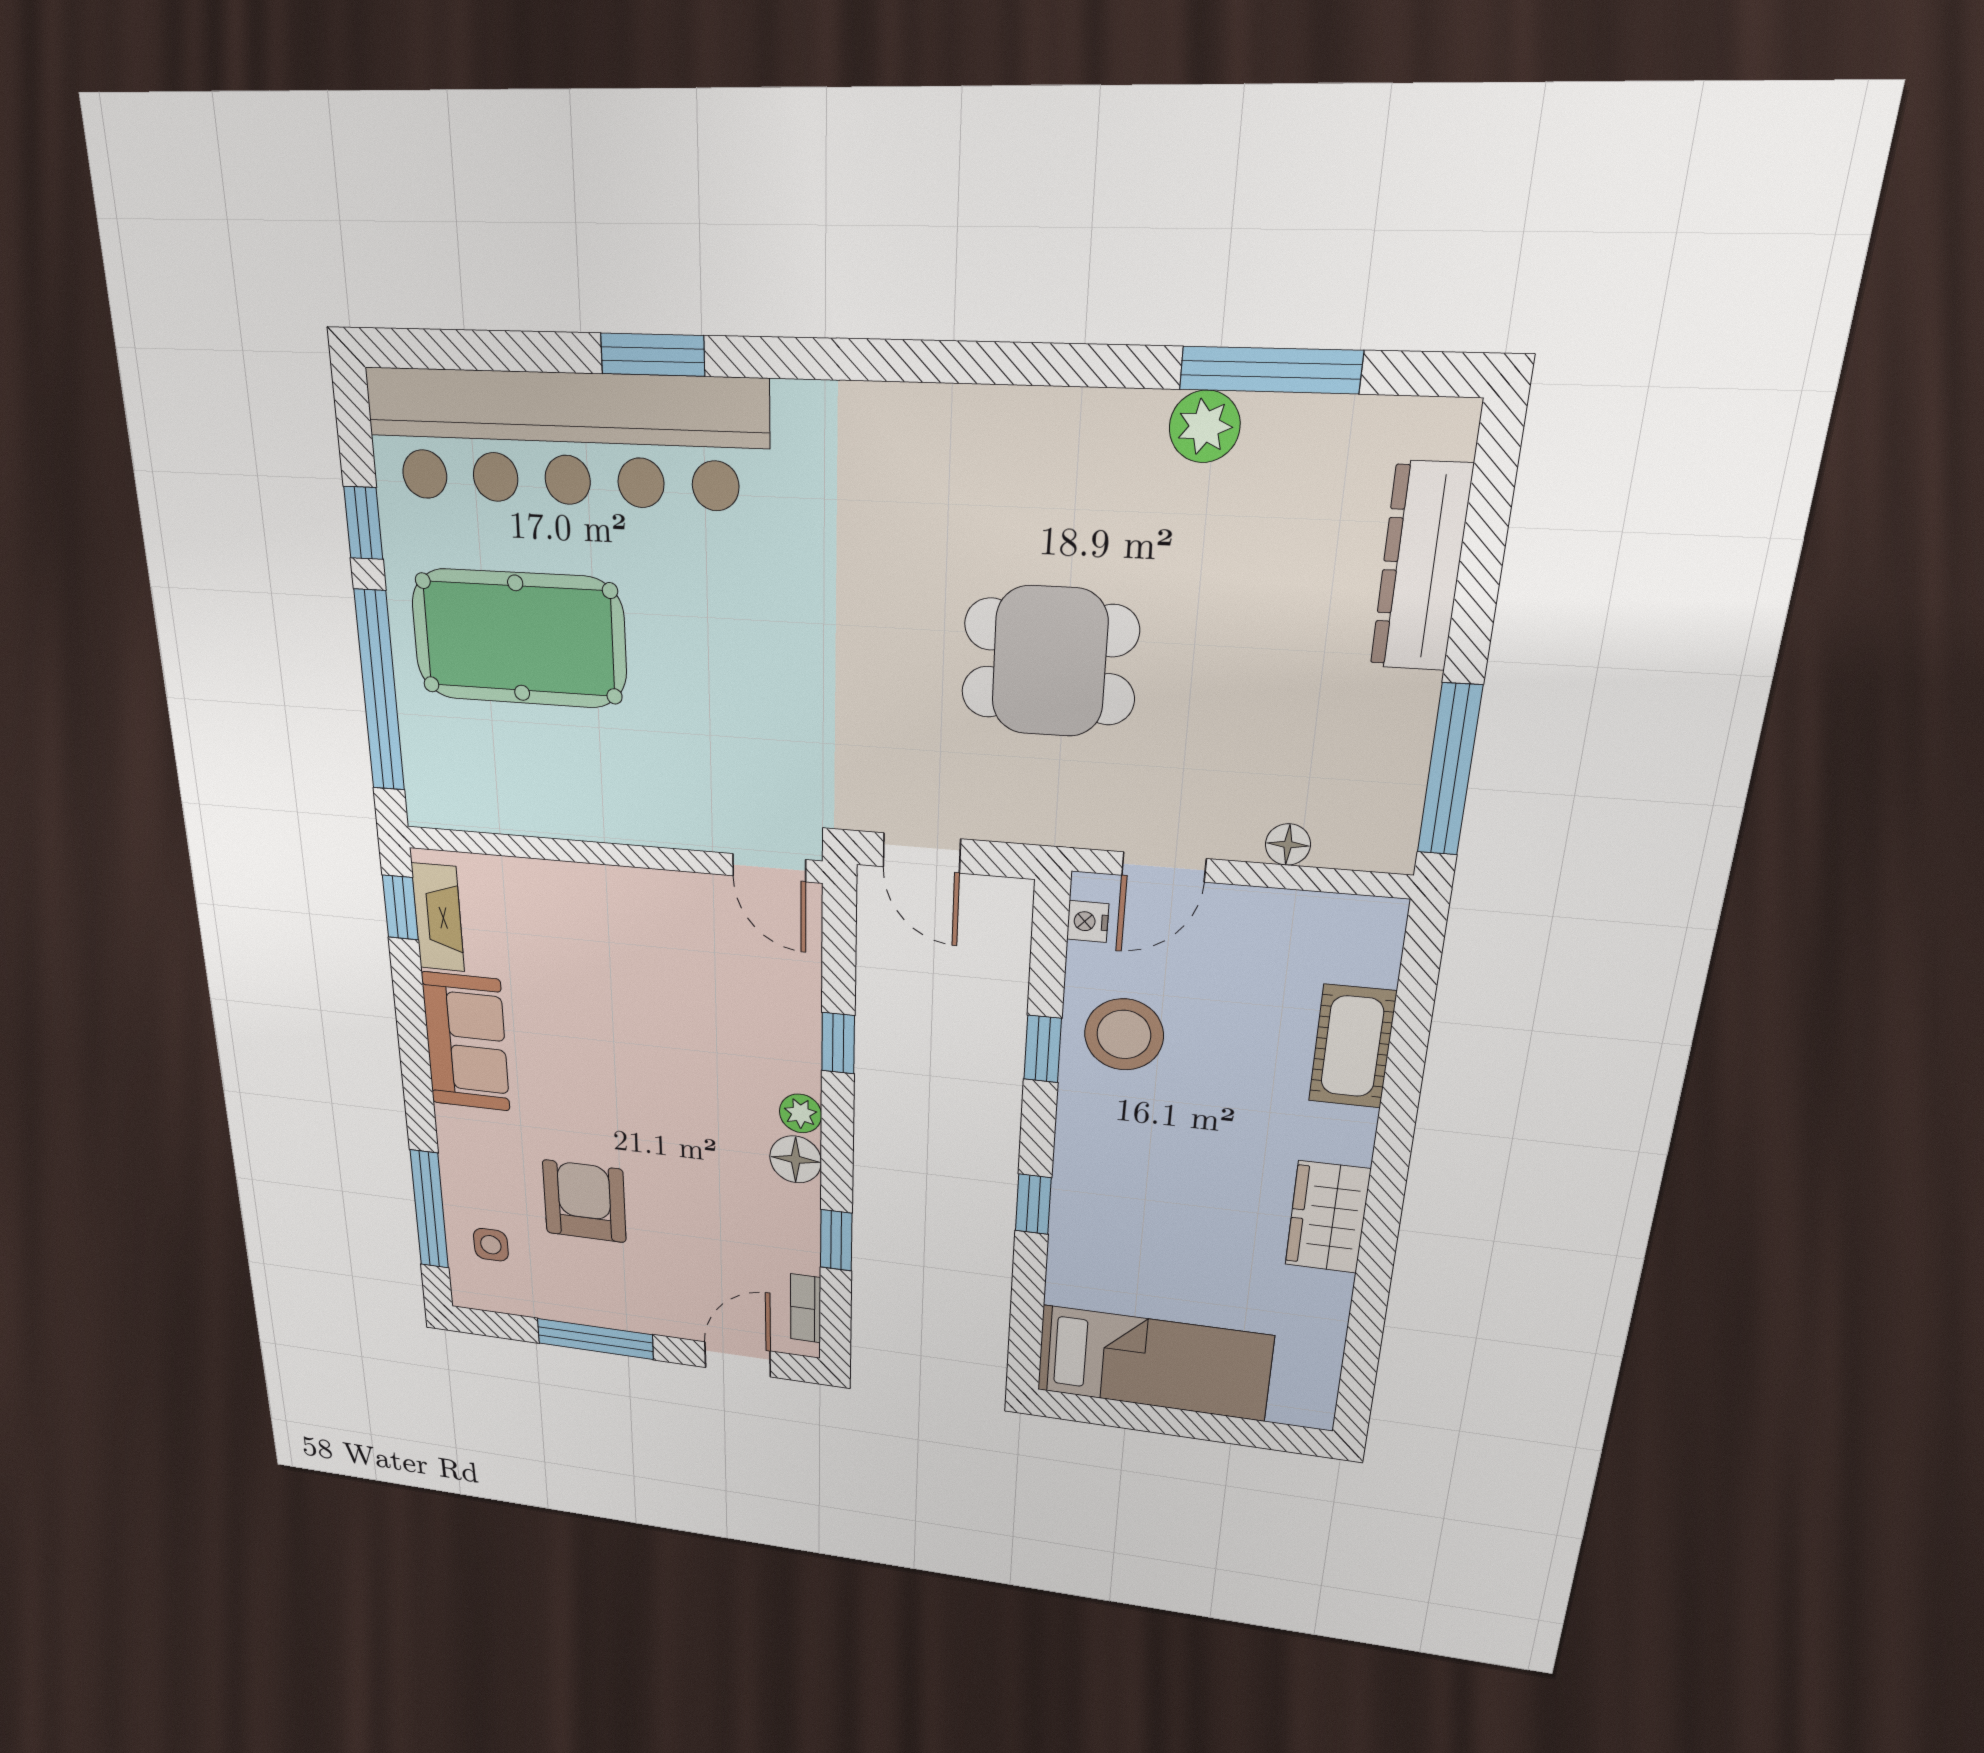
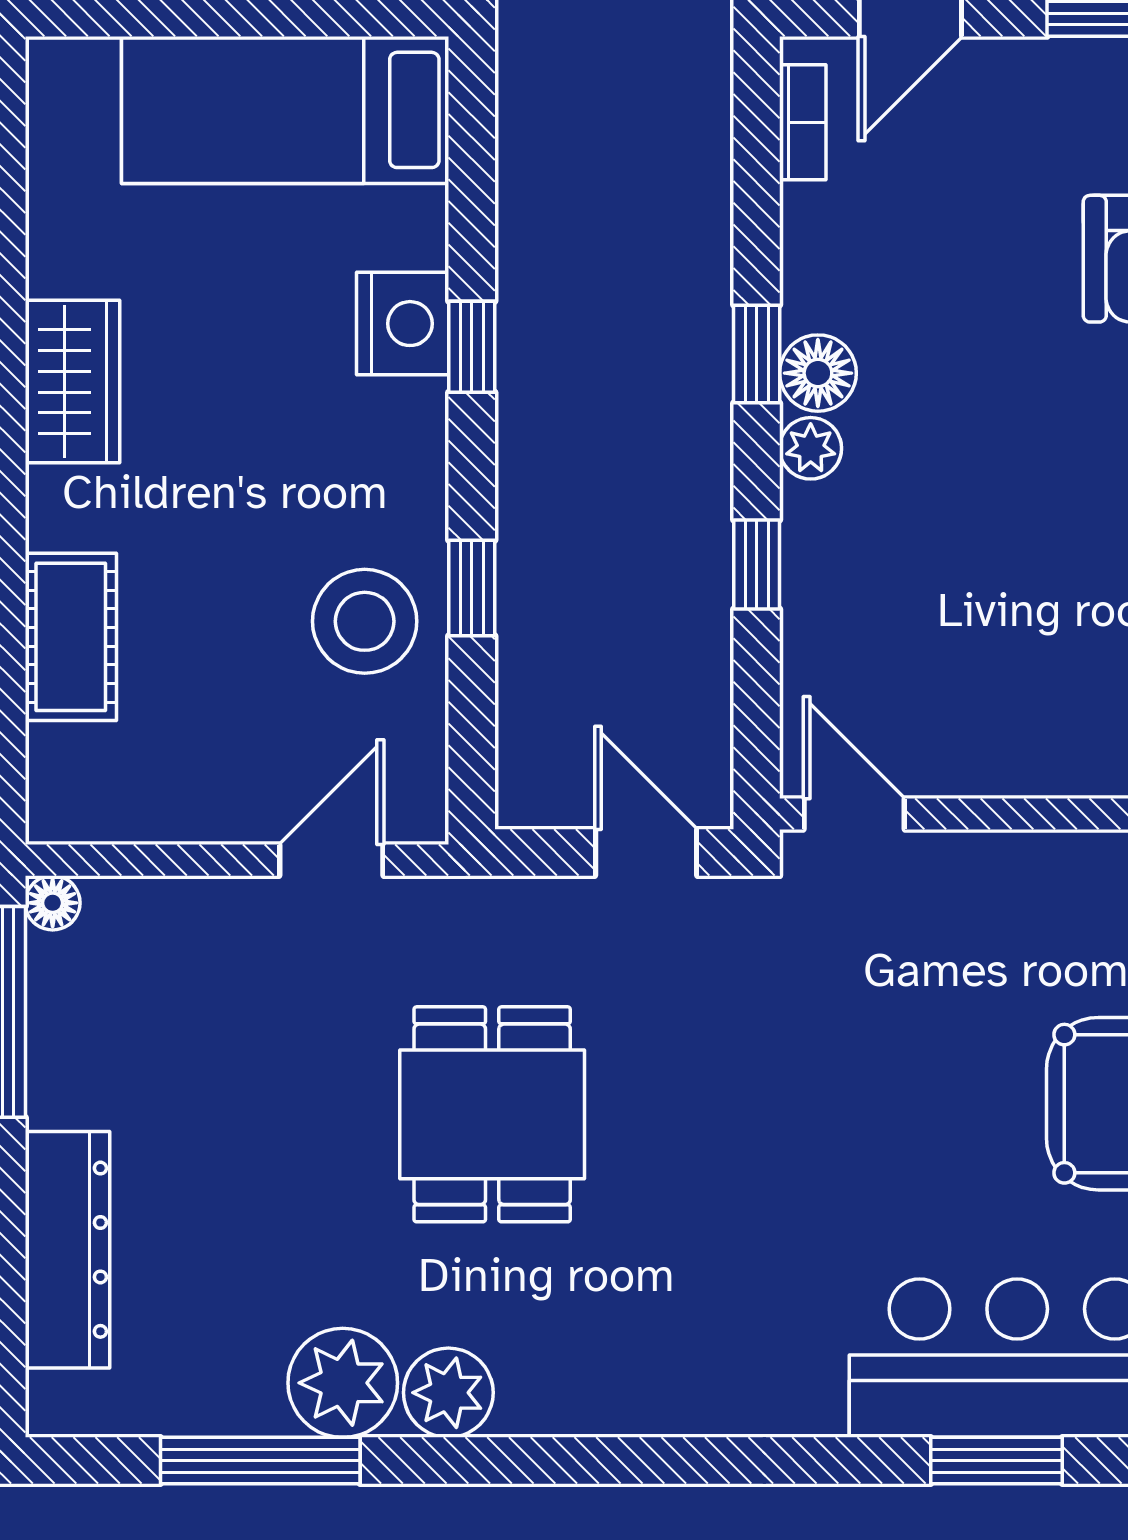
plant: (1205, 426) -> (343, 1383), width x1.36, depth x1.36
plant: (1100, 427) -> (448, 1393), added
dining table: (1049, 662) -> (492, 1114), turned 90
floor lamp: (1288, 844) -> (53, 903), moved
nightstand: (1088, 921) -> (403, 324), moved, width x1.89, depth x1.79
window: (836, 1240) -> (757, 354), moved

